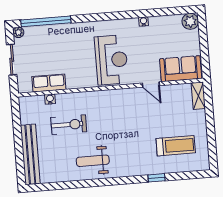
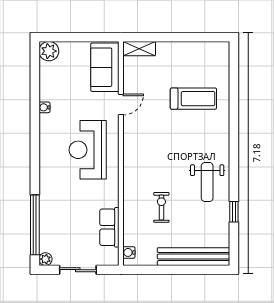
reception desk: (111, 60) -> (88, 150), turned -90
water cooler: (50, 99) -> (129, 252), moved
exercise bike: (69, 125) -> (161, 207), width x0.73, depth x0.72
treadmill: (176, 146) -> (193, 99), moved, turned 90
window: (156, 178) -> (234, 212), moved

